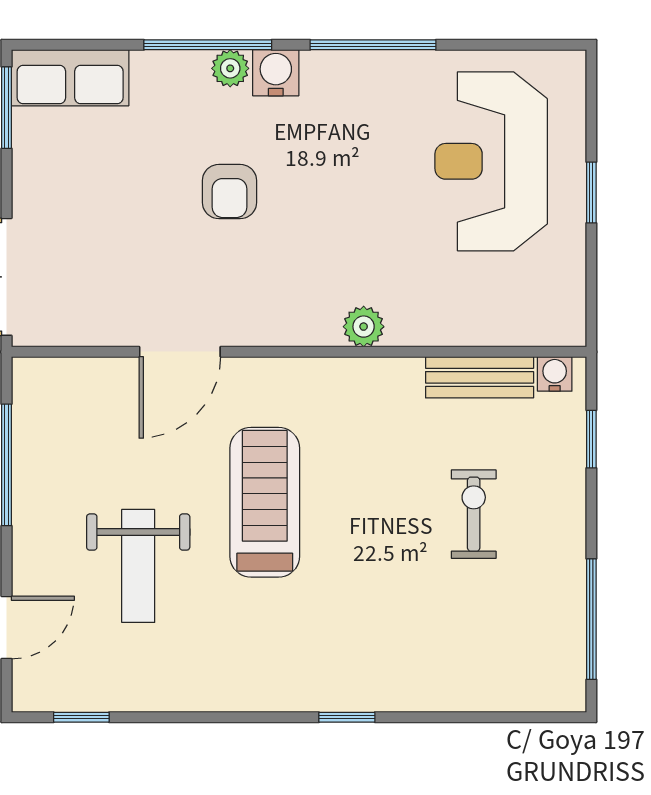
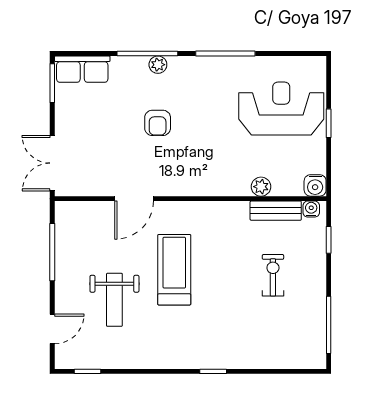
water cooler: (276, 73) -> (315, 185), moved, turned 180
reception desk: (491, 161) -> (281, 109), turned 90
plant: (364, 327) -> (261, 187), moved

